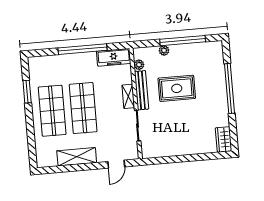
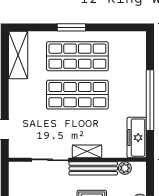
window: (27, 92) -> (71, 27), moved
shelving: (77, 157) -> (18, 55), moved

